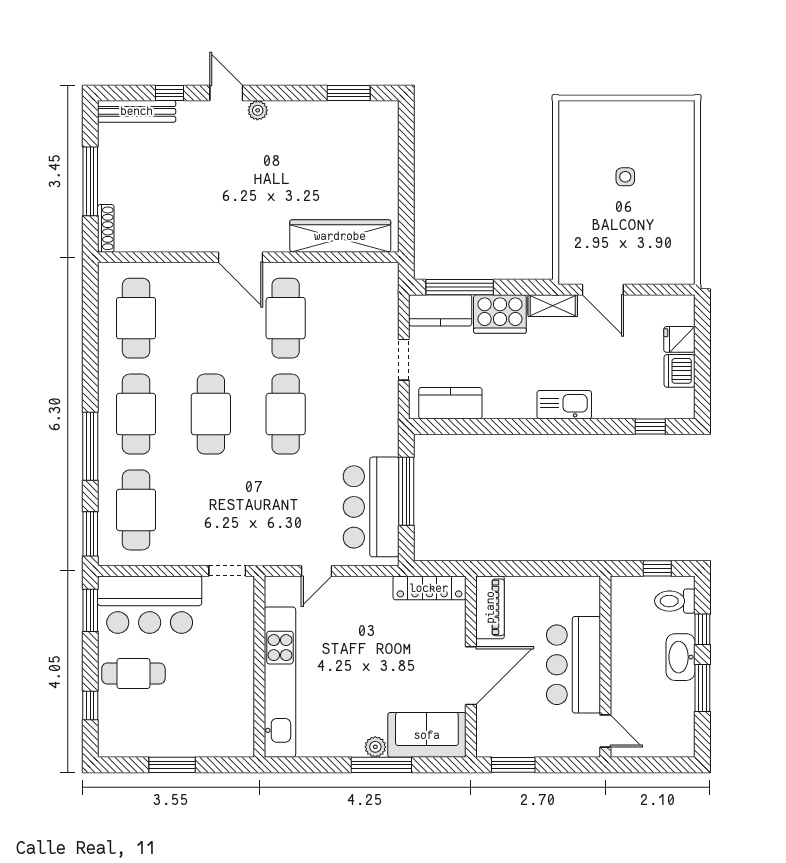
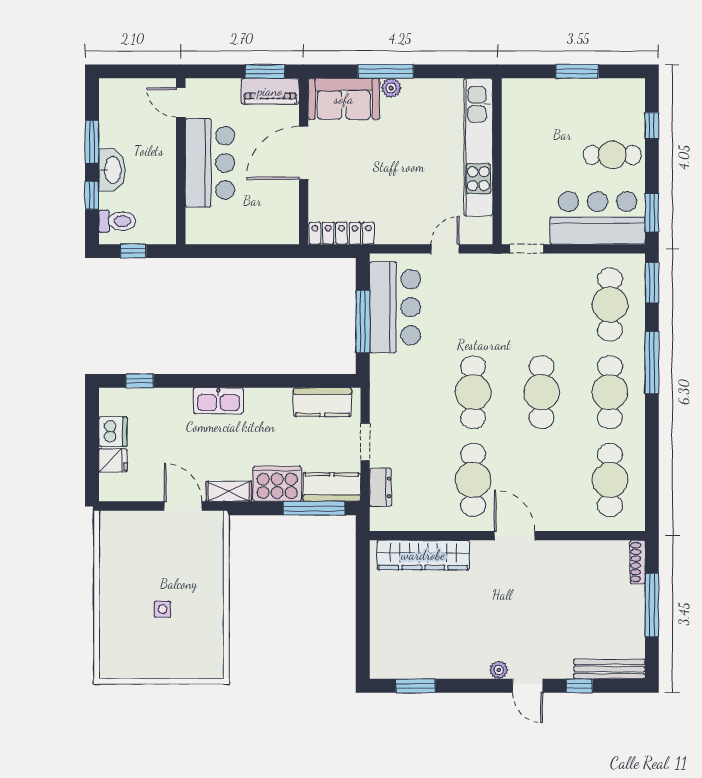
dresser: (387, 310) -> (380, 487), added
piano: (490, 607) -> (270, 91), moved, turned -90

